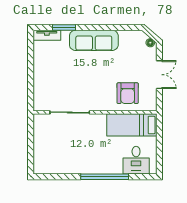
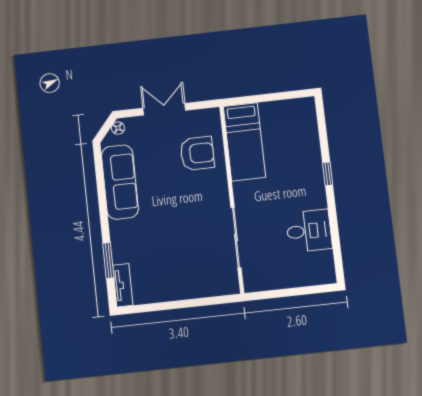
sofa: (94, 40) -> (120, 182), moved
desk: (136, 160) -> (309, 231), moved
window: (105, 177) -> (328, 174), width x0.32

